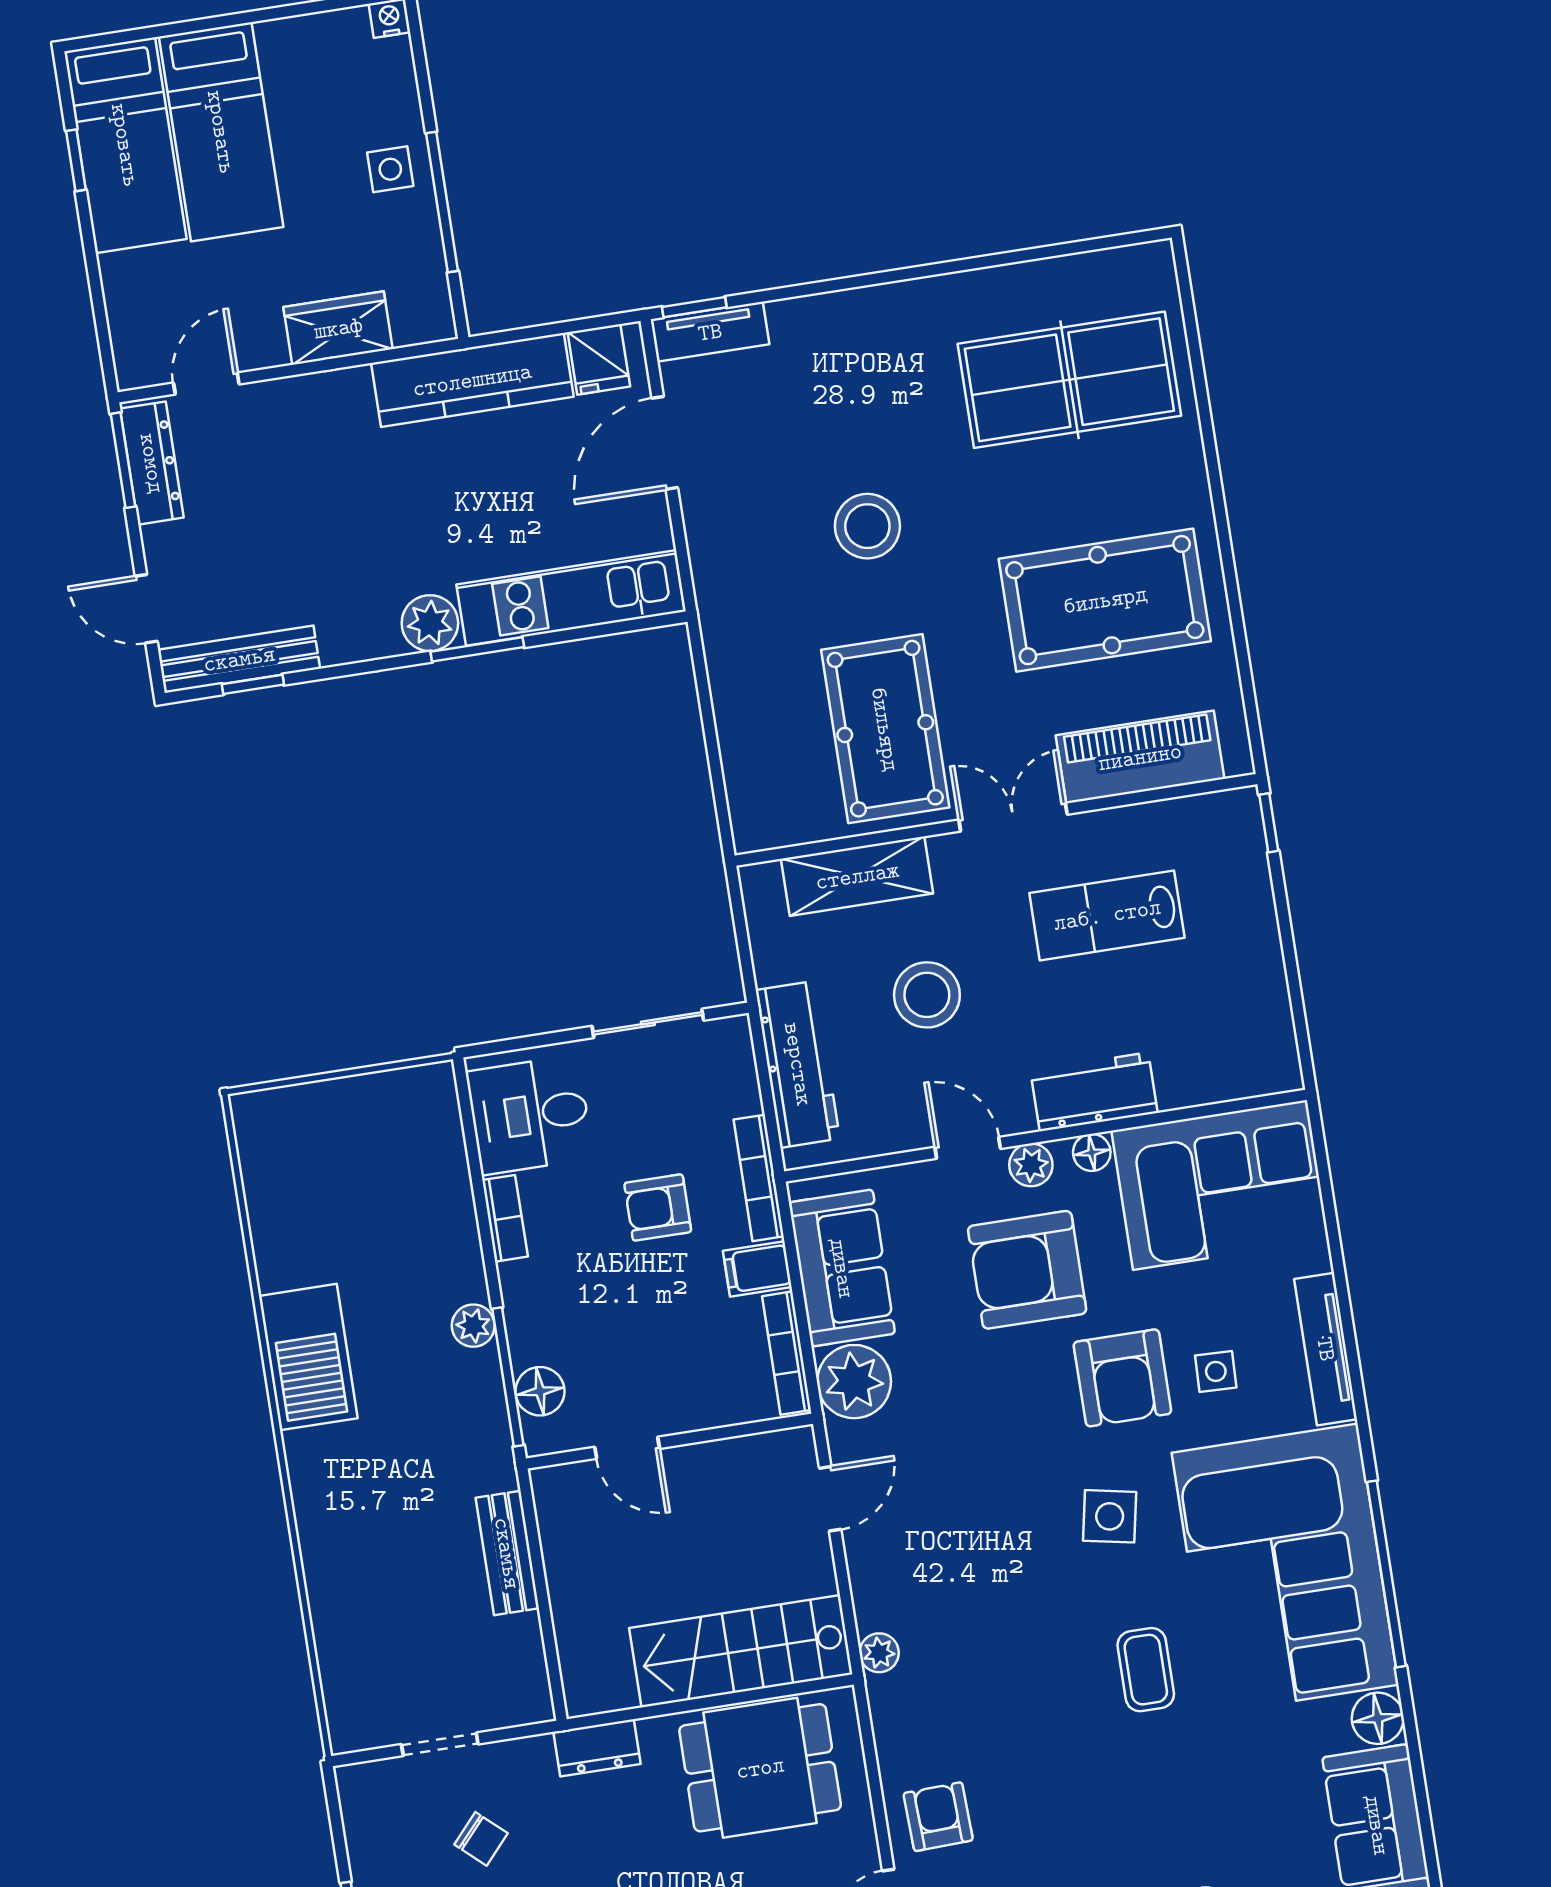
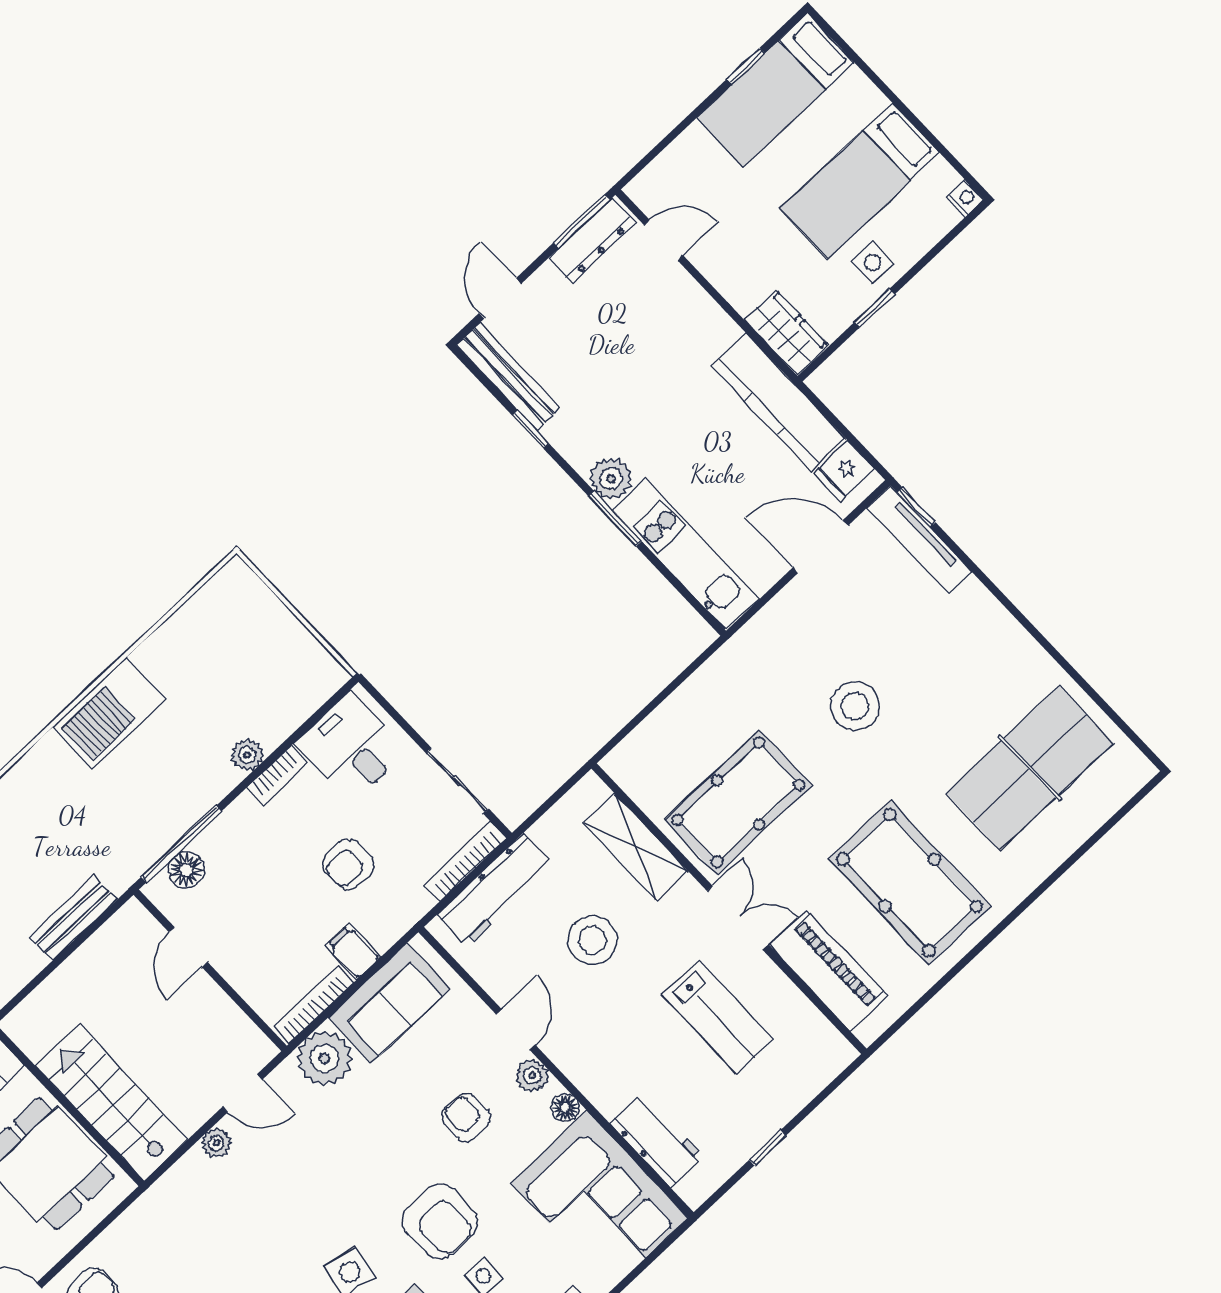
bed: (221, 132) -> (860, 181), moved
window: (442, 202) -> (874, 308), width x0.46
wardrobe: (338, 328) -> (787, 333), moved
tv unit: (710, 332) -> (920, 540), width x1.41
table tennis table: (1069, 380) -> (1030, 768), turned 90
window: (253, 684) -> (531, 429), moved
window: (1269, 823) -> (768, 1148), moved
lab bench: (1107, 915) -> (717, 1017), turned 180
workbench: (1094, 1092) -> (657, 1140), moved
bookcase: (759, 1178) -> (465, 861), moved
armchair: (658, 1207) -> (349, 865), turned -90
armchair: (1027, 1270) -> (466, 1117), width x0.53, depth x0.53
plant: (473, 1326) -> (247, 755), moved
armchair: (1122, 1378) -> (440, 1222), turned -90
plant: (879, 1653) -> (216, 1143), moved

